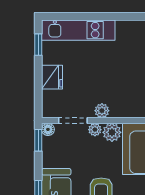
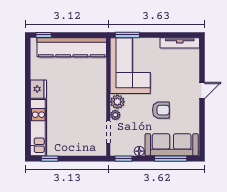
fridge: (52, 77) -> (38, 89), moved, turned 90
plant: (102, 111) -> (101, 109), removed
floor lamp: (48, 129) -> (139, 151), moved

